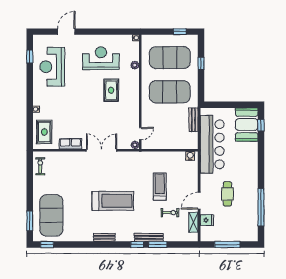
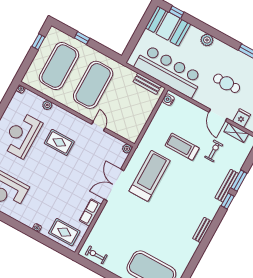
bench: (193, 120) -> (147, 84), moved
door: (140, 134) -> (98, 126), moved
plant: (252, 160) -> (207, 40), added
treadmill: (113, 201) -> (150, 176), moved

